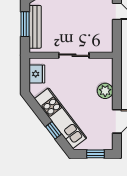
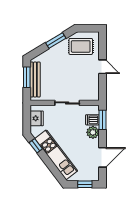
dishwasher: (105, 76) -> (92, 120), added
window: (117, 76) -> (103, 120), added
window: (54, 130) -> (36, 146), moved

